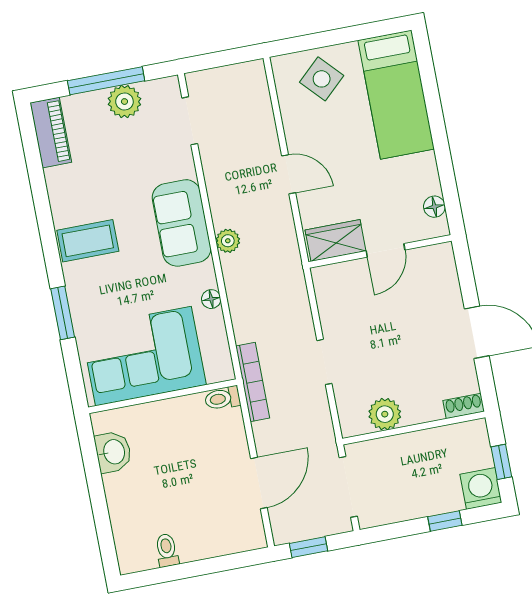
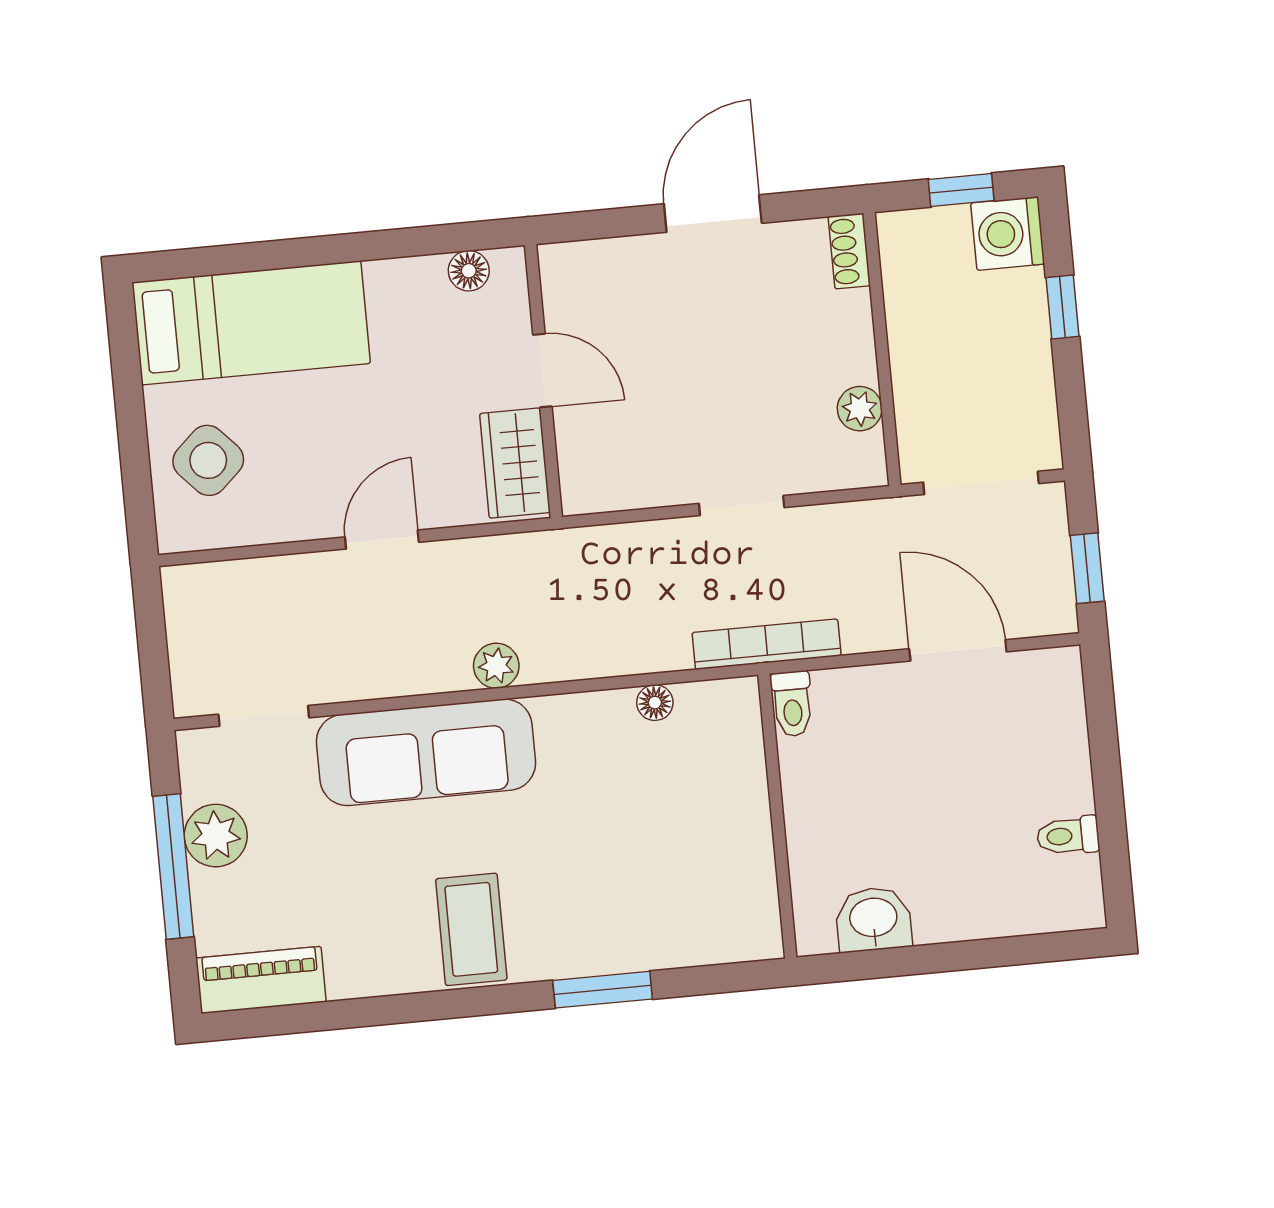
sofa: (182, 223) -> (426, 752), width x1.36
floor lamp: (211, 299) -> (655, 703), moved
corner sofa: (143, 356) -> (698, 845), removed
plant: (385, 414) -> (860, 409), width x0.73, depth x0.73

